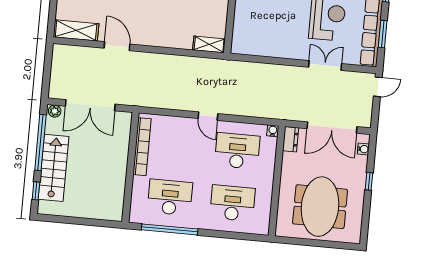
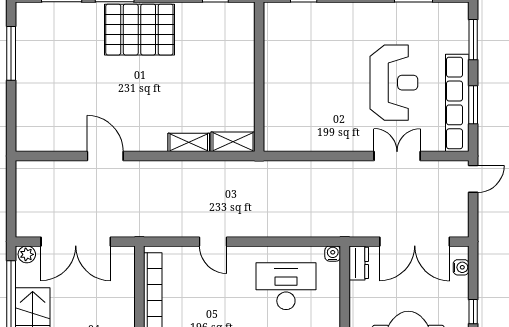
shelving: (76, 30) -> (189, 142), moved, width x0.67, depth x0.75
door: (208, 116) -> (213, 242), moved

